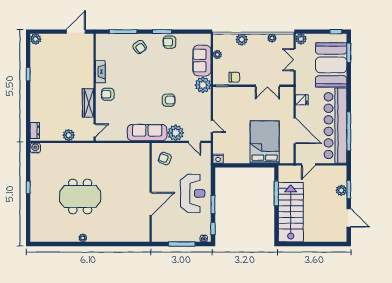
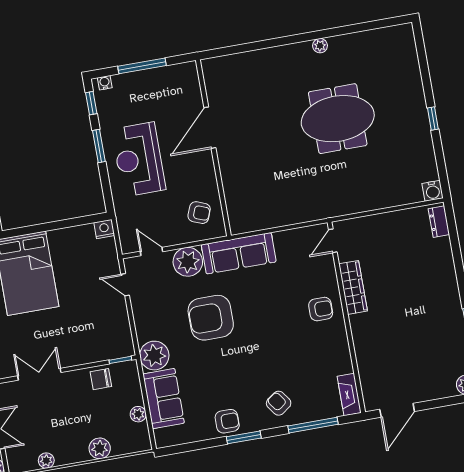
fireplace: (100, 72) -> (349, 394), moved
armchair: (169, 100) -> (211, 318), width x1.88, depth x1.88
plant: (69, 135) -> (377, 224), removed

